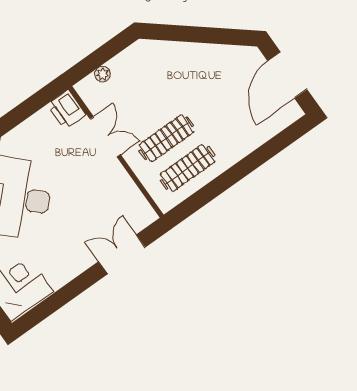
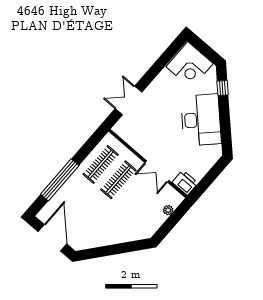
window: (255, 160) -> (60, 180), added
double door: (122, 254) -> (129, 100), swing flipped

